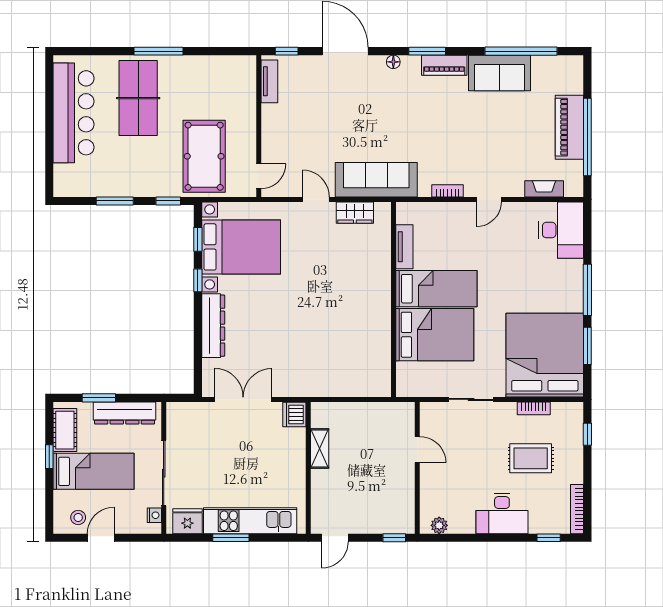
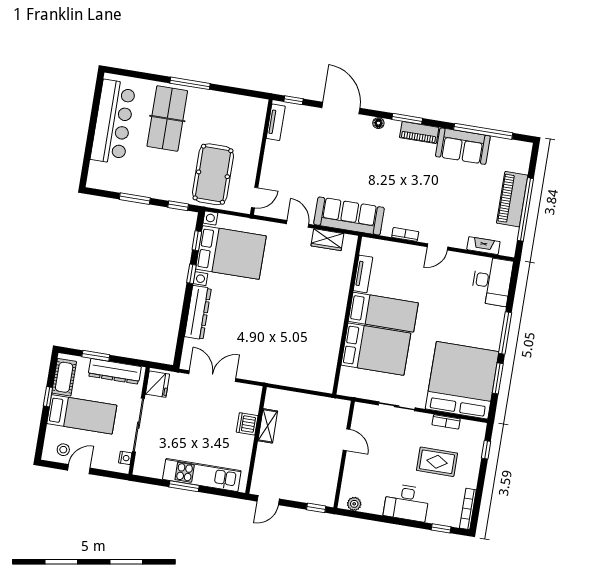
dishwasher: (294, 414) -> (247, 424), moved
fridge: (187, 521) -> (158, 384), moved, turned 90

